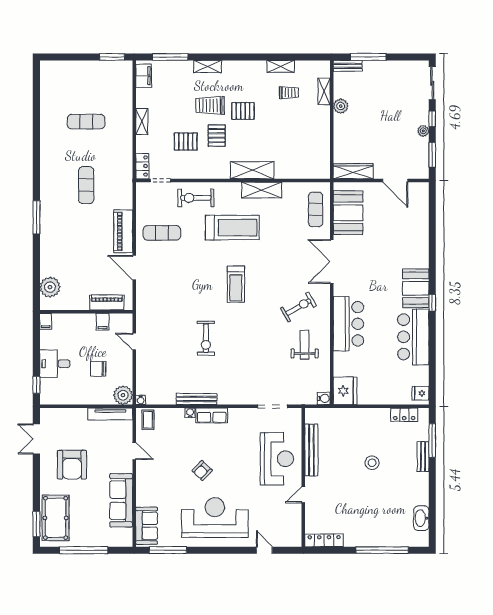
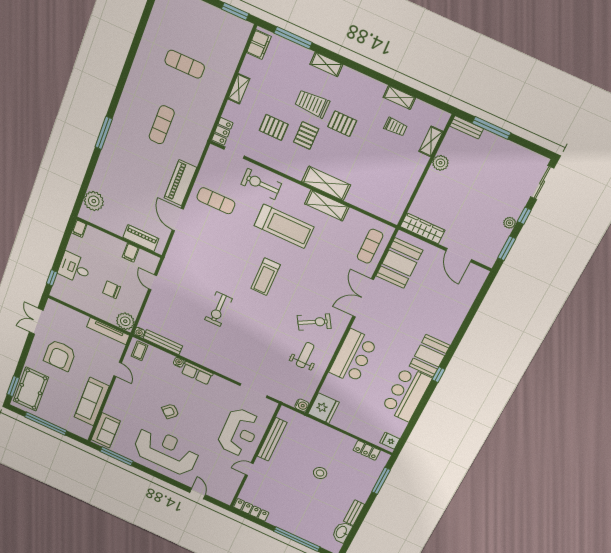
bench: (197, 399) -> (163, 342), moved
bench: (423, 457) -> (354, 513), moved

